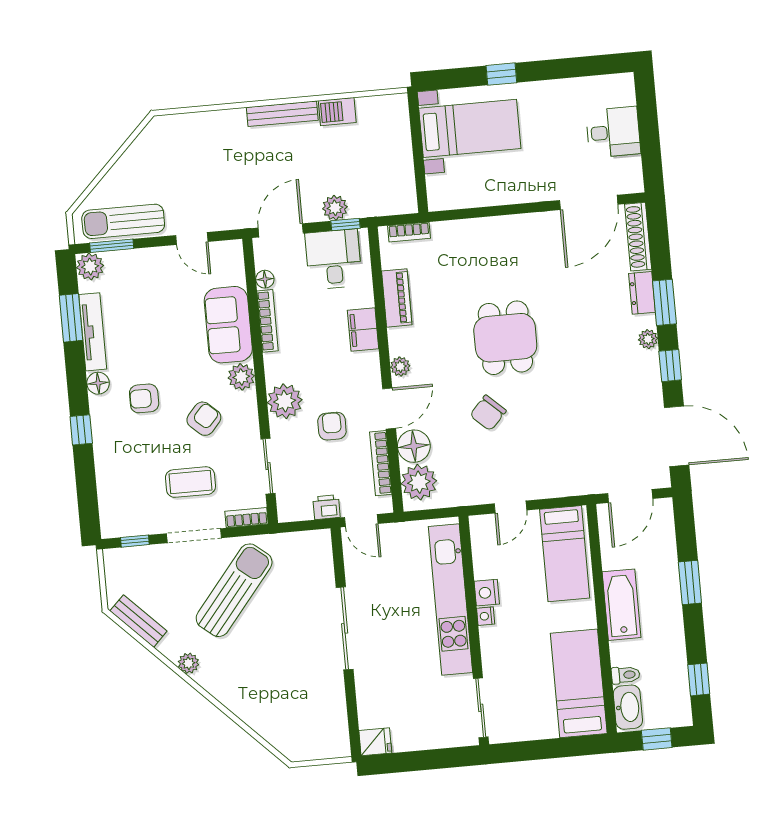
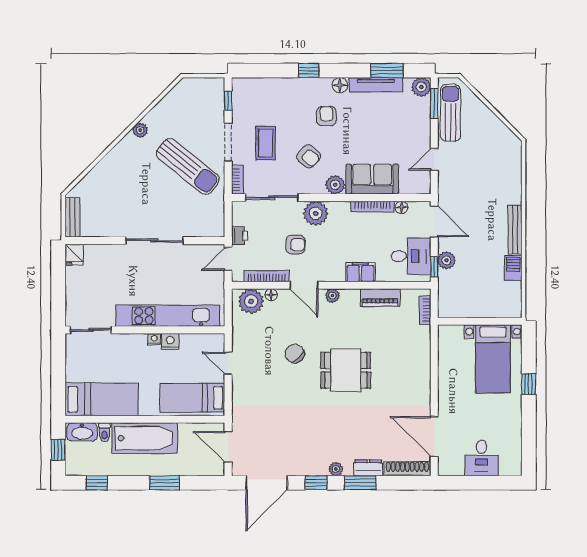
floor lamp: (414, 446) -> (271, 295), width x0.53, depth x0.53
sliding door: (268, 466) -> (272, 198), width x1.37
bathtub: (622, 605) -> (145, 438), width x1.36, depth x1.36
bench: (138, 621) -> (73, 217), moved, turned -45

